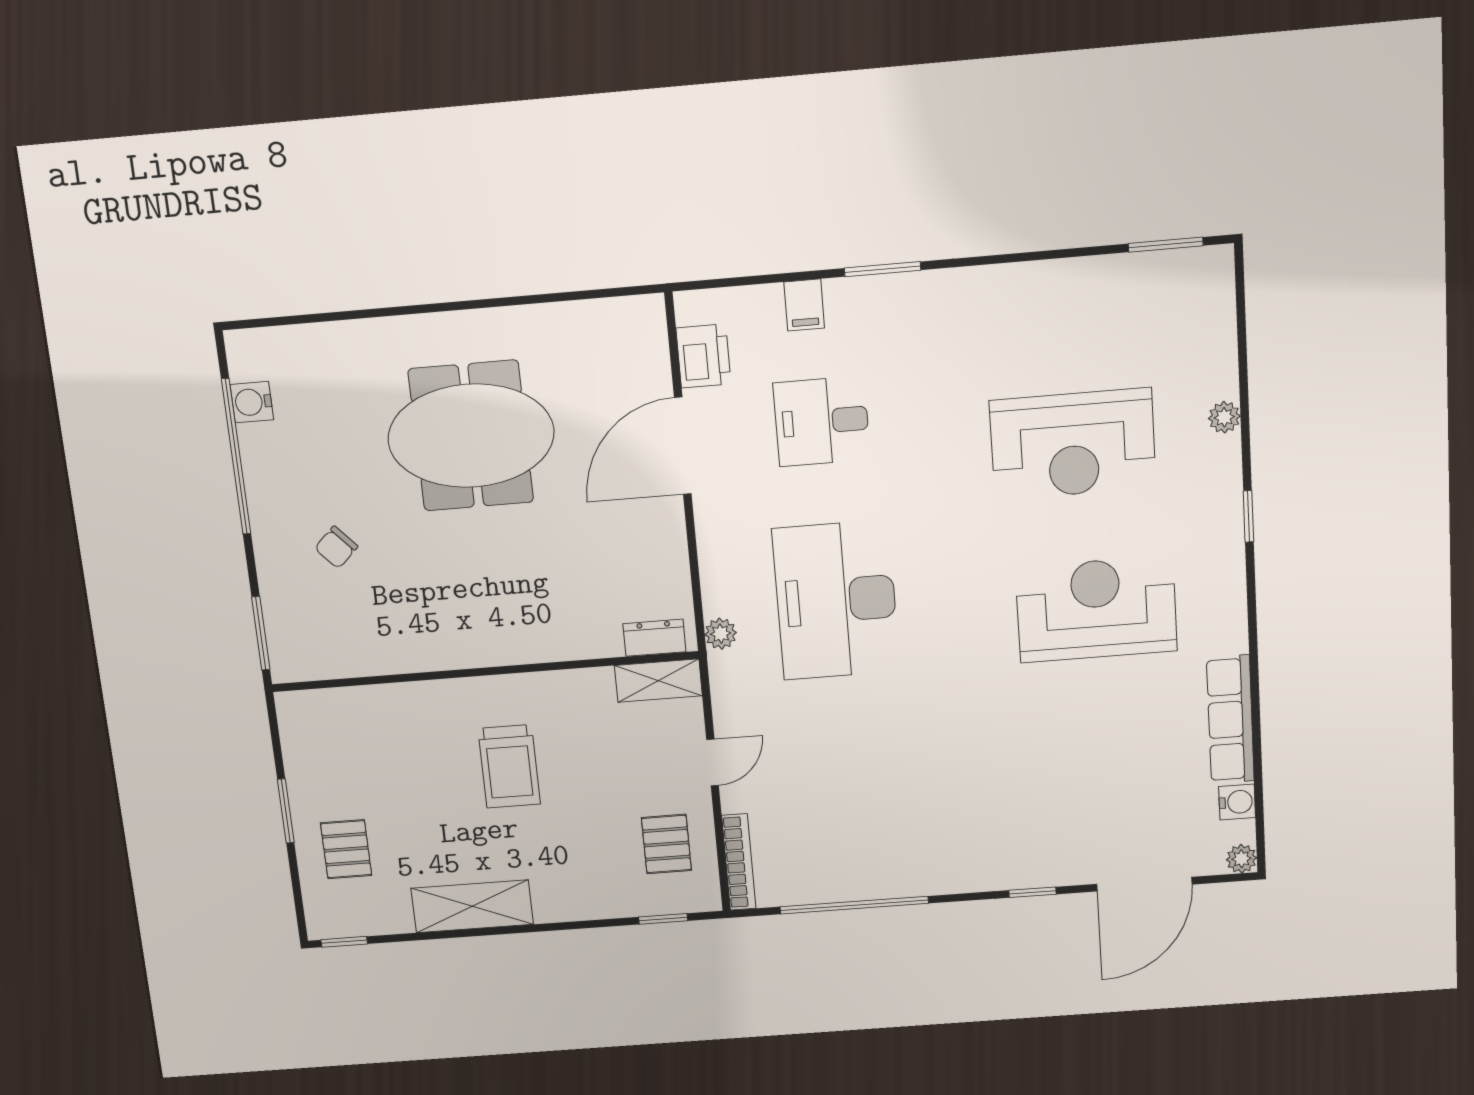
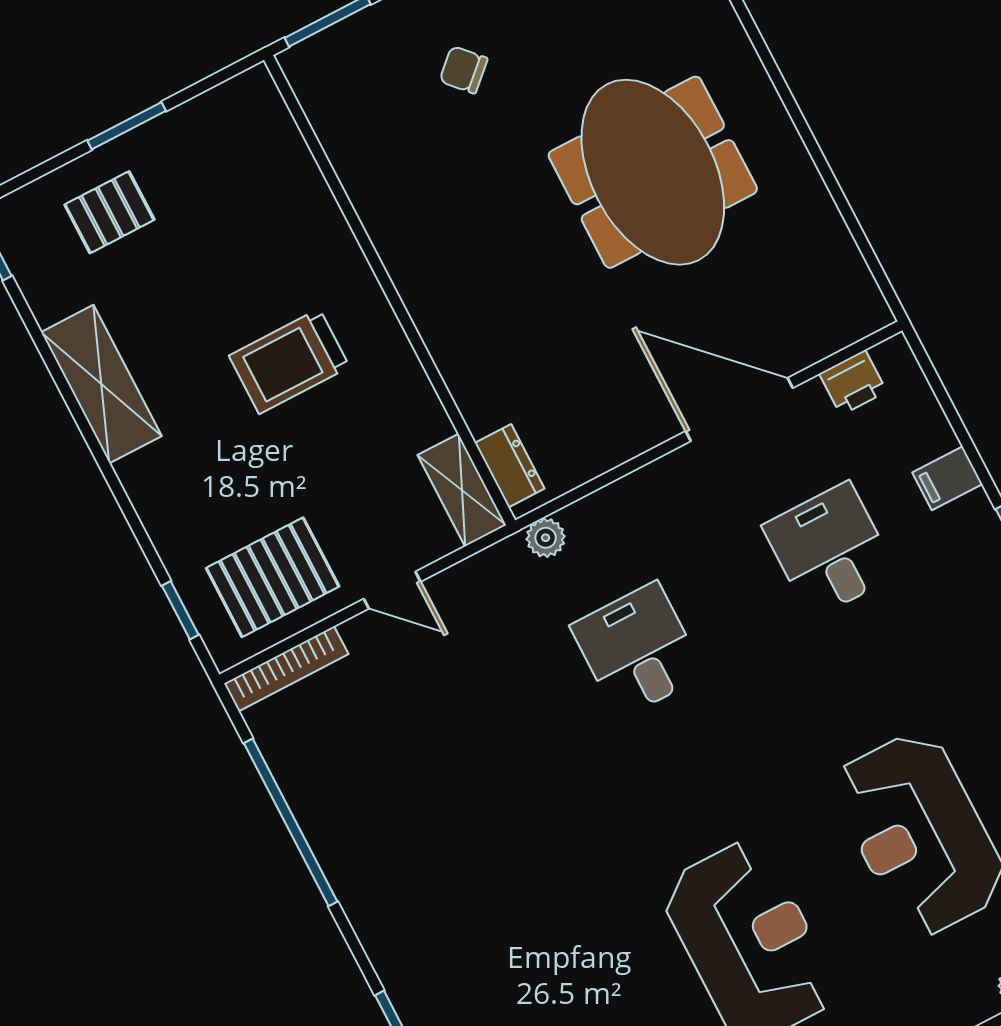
printer: (703, 356) -> (853, 383), width x0.73, depth x0.81
desk: (836, 600) -> (638, 650), width x0.53, depth x0.77
pallet: (666, 844) -> (273, 577), width x1.50, depth x1.42

